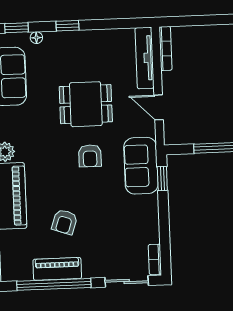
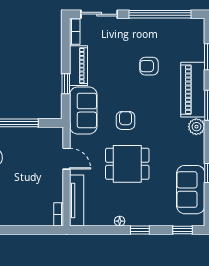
floor lamp: (36, 38) -> (120, 221), moved
bookcase: (166, 48) -> (59, 214), width x0.64
window: (162, 179) -> (66, 84), moved
armchair: (65, 222) -> (149, 66), turned -109
piano: (57, 269) -> (79, 66), moved, turned -90

